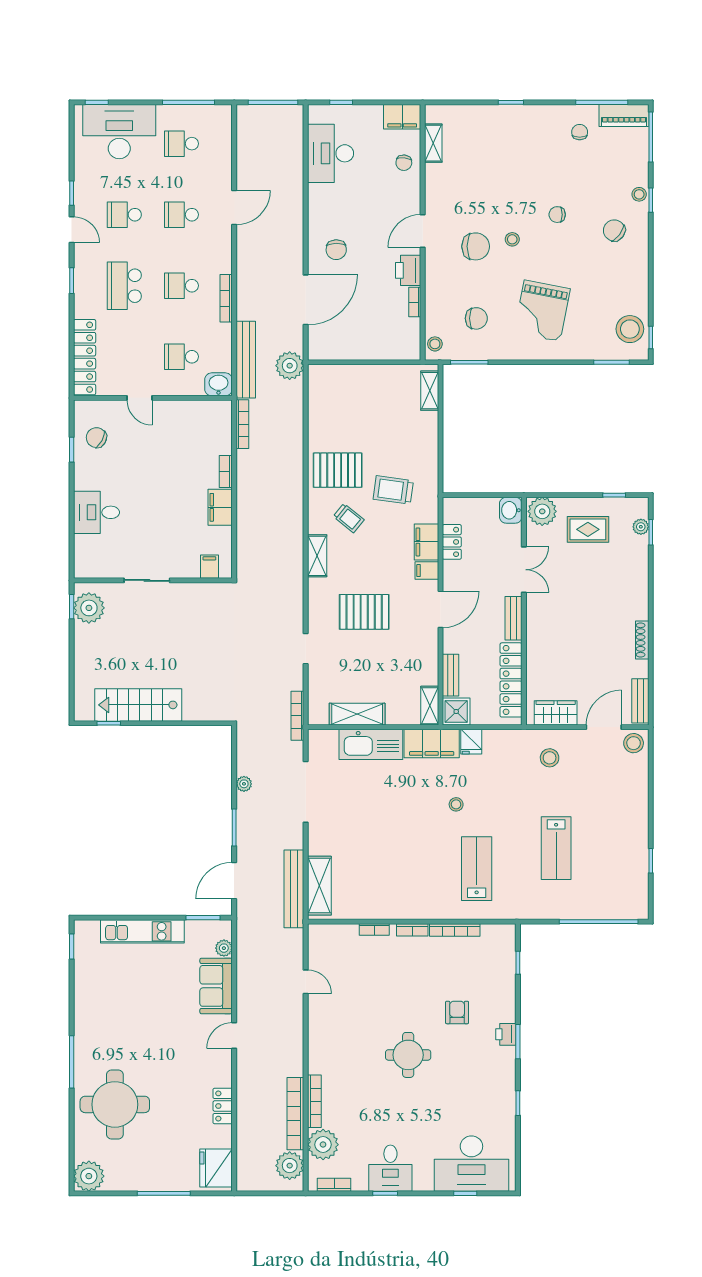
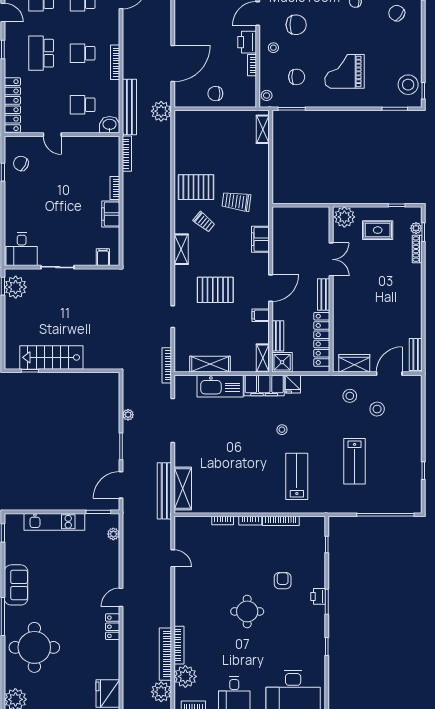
stool: (512, 239) -> (273, 48), moved
chair: (336, 250) -> (215, 94), moved, turned 91
grand piano: (542, 311) -> (344, 71), turned 79
washbasin: (511, 510) -> (322, 216), removed
desk: (96, 512) -> (22, 249), moved, turned -90
locker: (452, 542) -> (279, 239), removed
filing cabinet: (427, 571) -> (261, 315), moved
shoe rack: (642, 640) -> (417, 249), moved
stool: (634, 743) -> (377, 409), moved
sofa: (216, 986) -> (16, 585), moved, turned 180
locker: (223, 1106) -> (113, 627), moved

